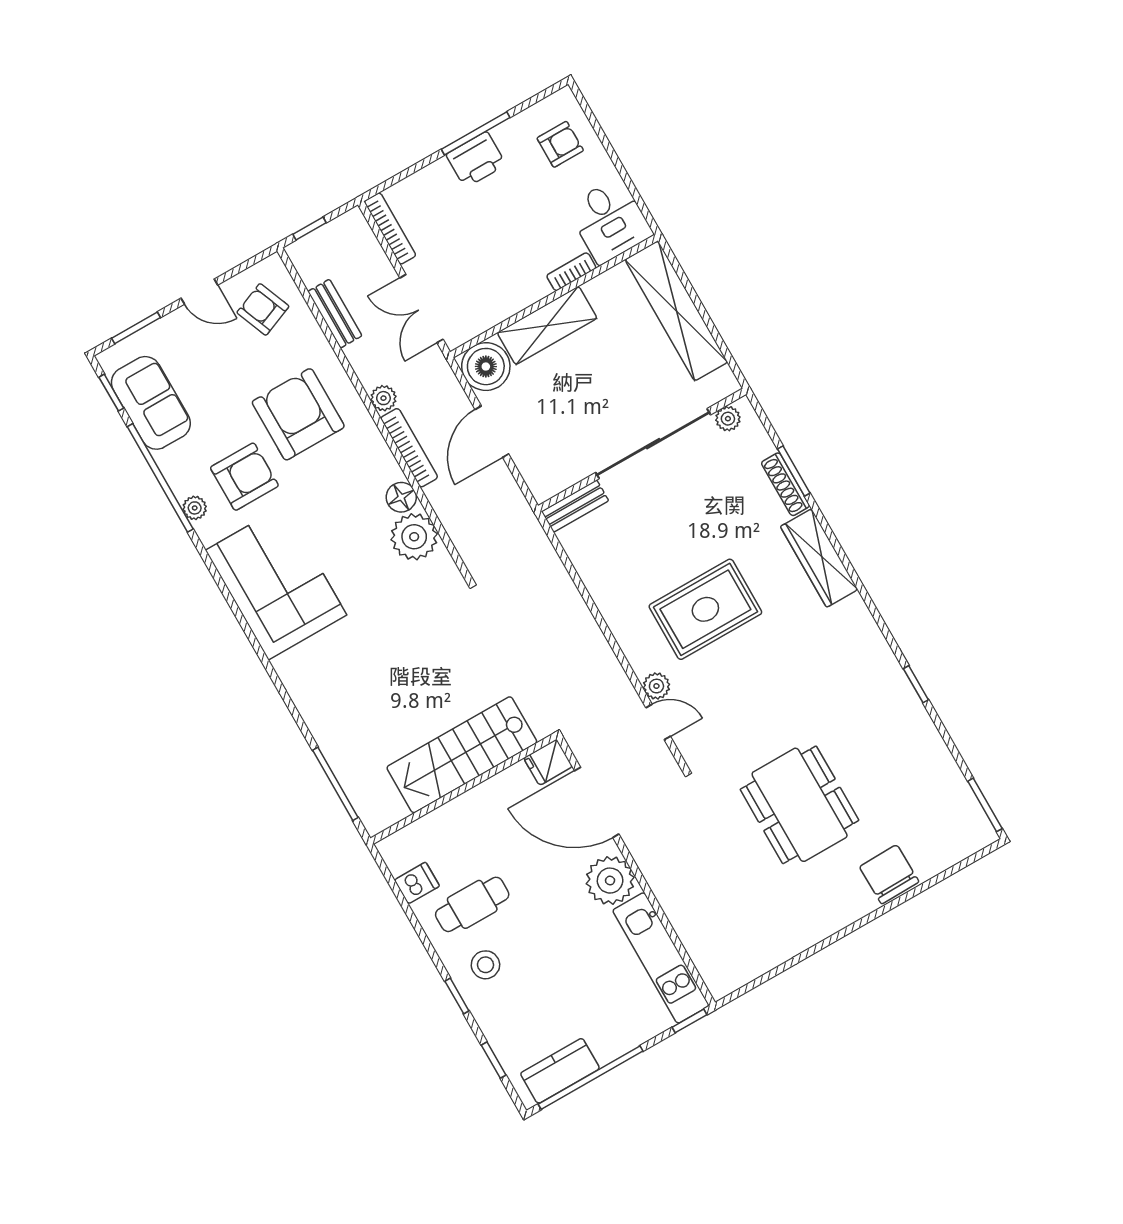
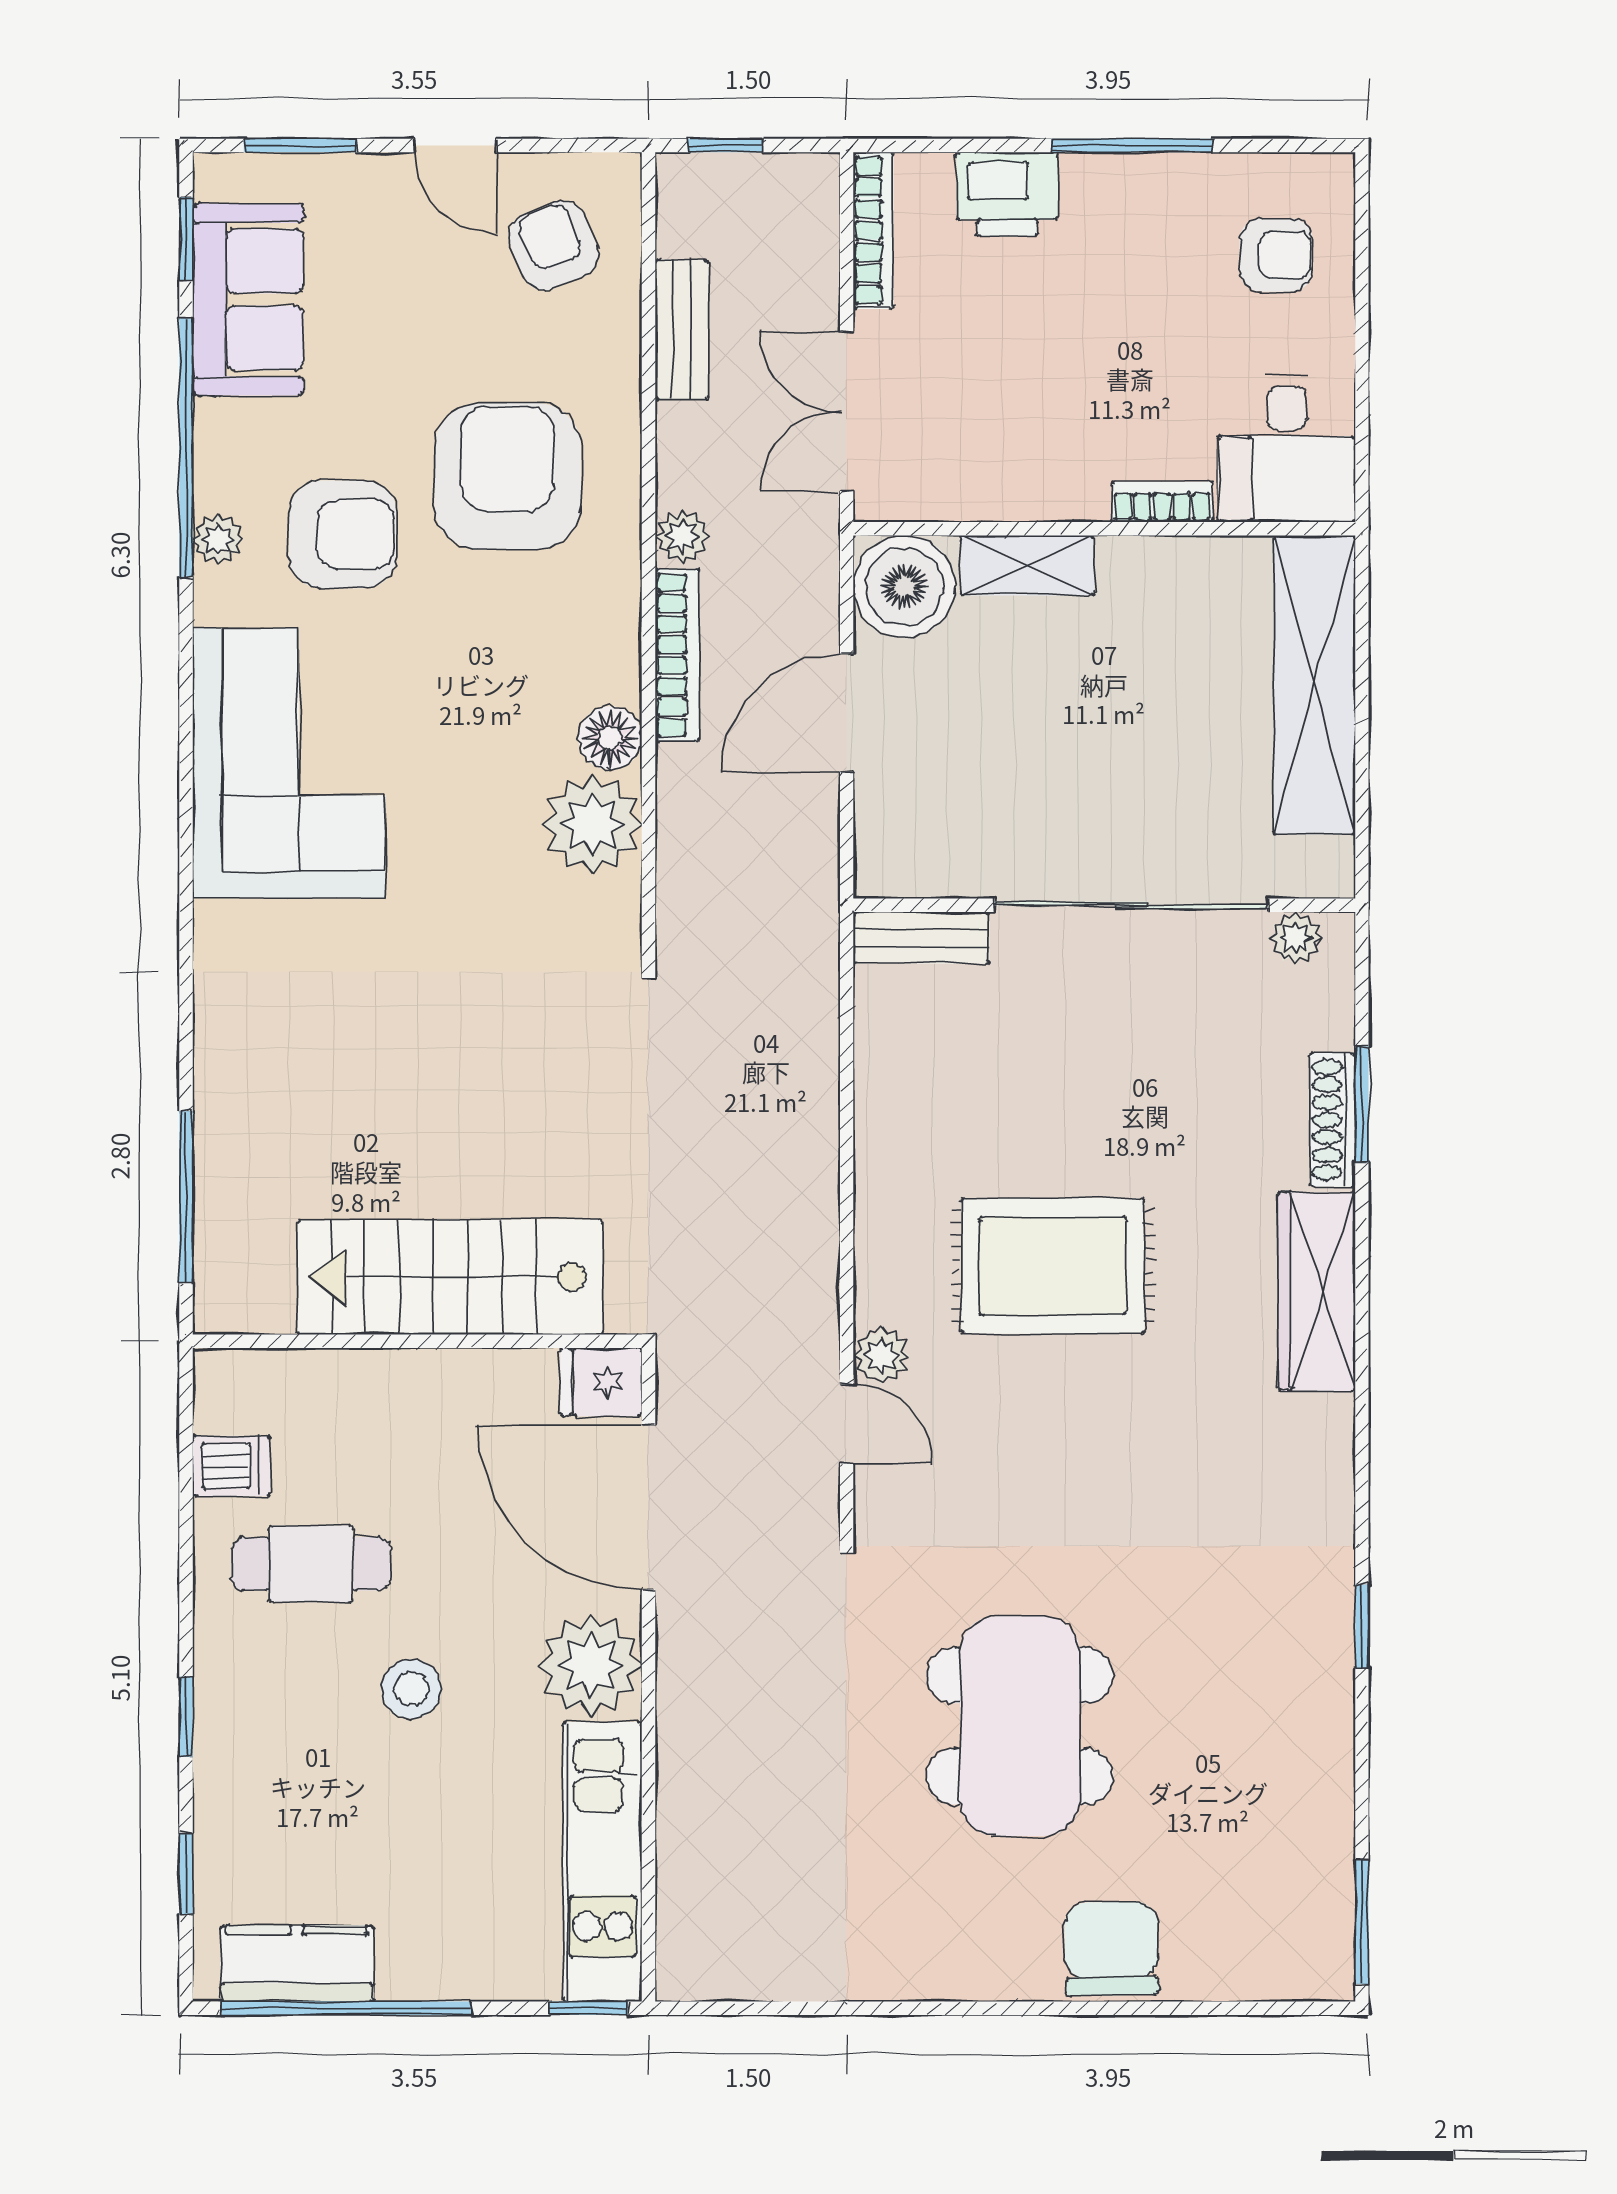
printer: (476, 160) -> (1007, 194), moved
shelving: (547, 325) -> (1027, 565), width x0.67, depth x0.75
stool: (485, 965) -> (411, 1689), moved

